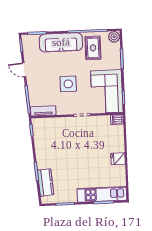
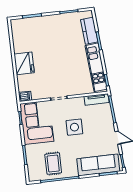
plant: (114, 37) -> (34, 176), removed
sofa: (61, 42) -> (98, 165), moved
fridge: (118, 159) -> (24, 63), width x1.88, depth x1.34
kitchen unit: (102, 194) -> (96, 67), moved, turned 86

